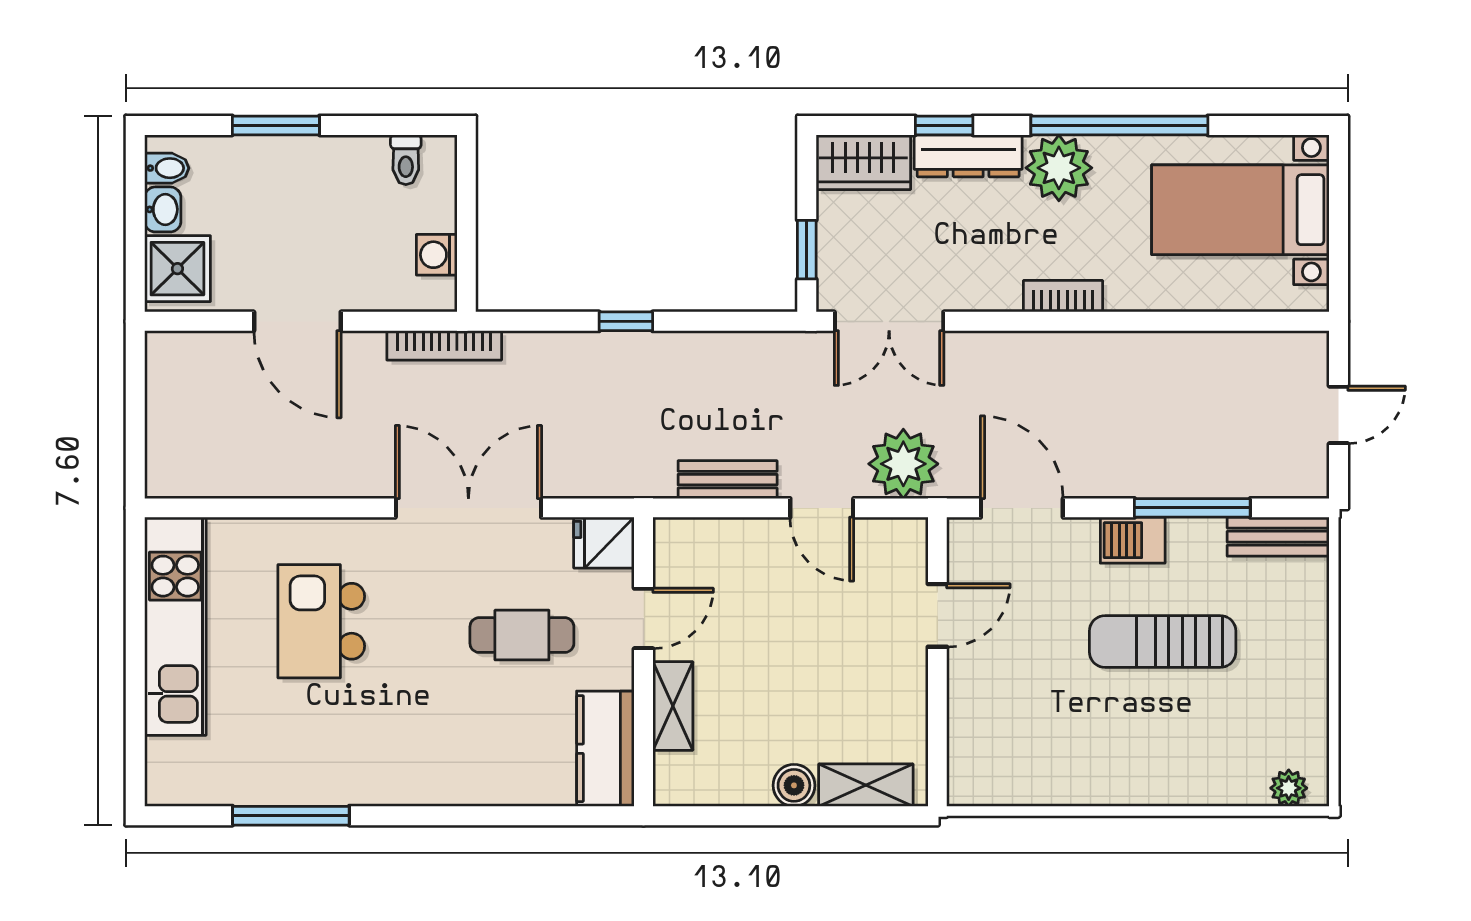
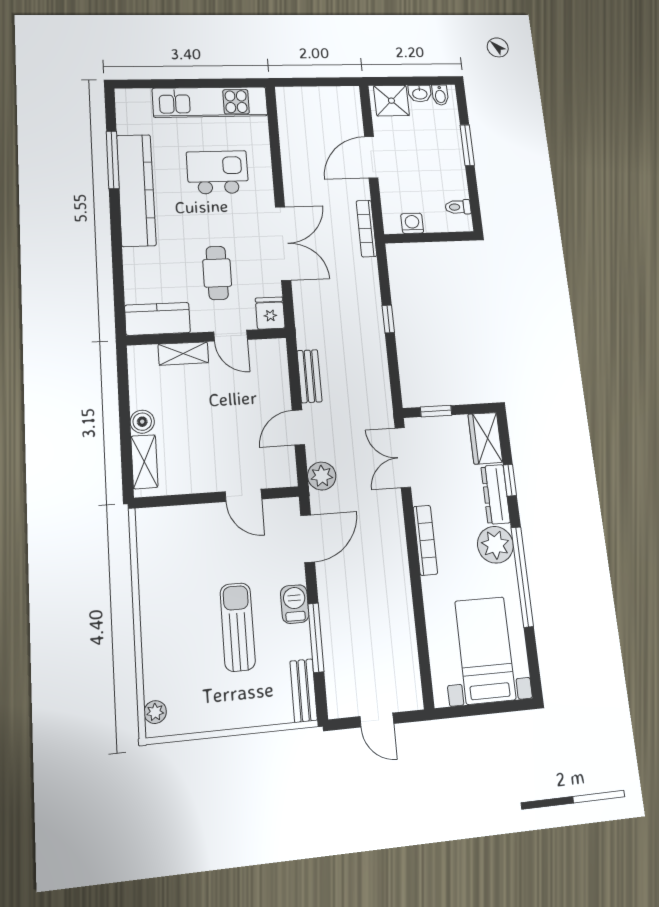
bookcase: (1063, 296) -> (425, 540), width x1.56
plant: (903, 464) -> (322, 476), width x0.73, depth x0.73
kitchen counter: (353, 775) -> (136, 190), added

